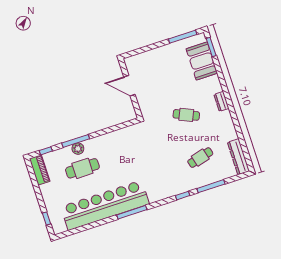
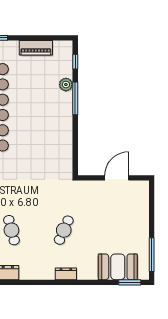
plant: (78, 149) -> (66, 85), moved
cafe table: (82, 168) -> (42, 96), removed
piano: (40, 170) -> (36, 48), moved

